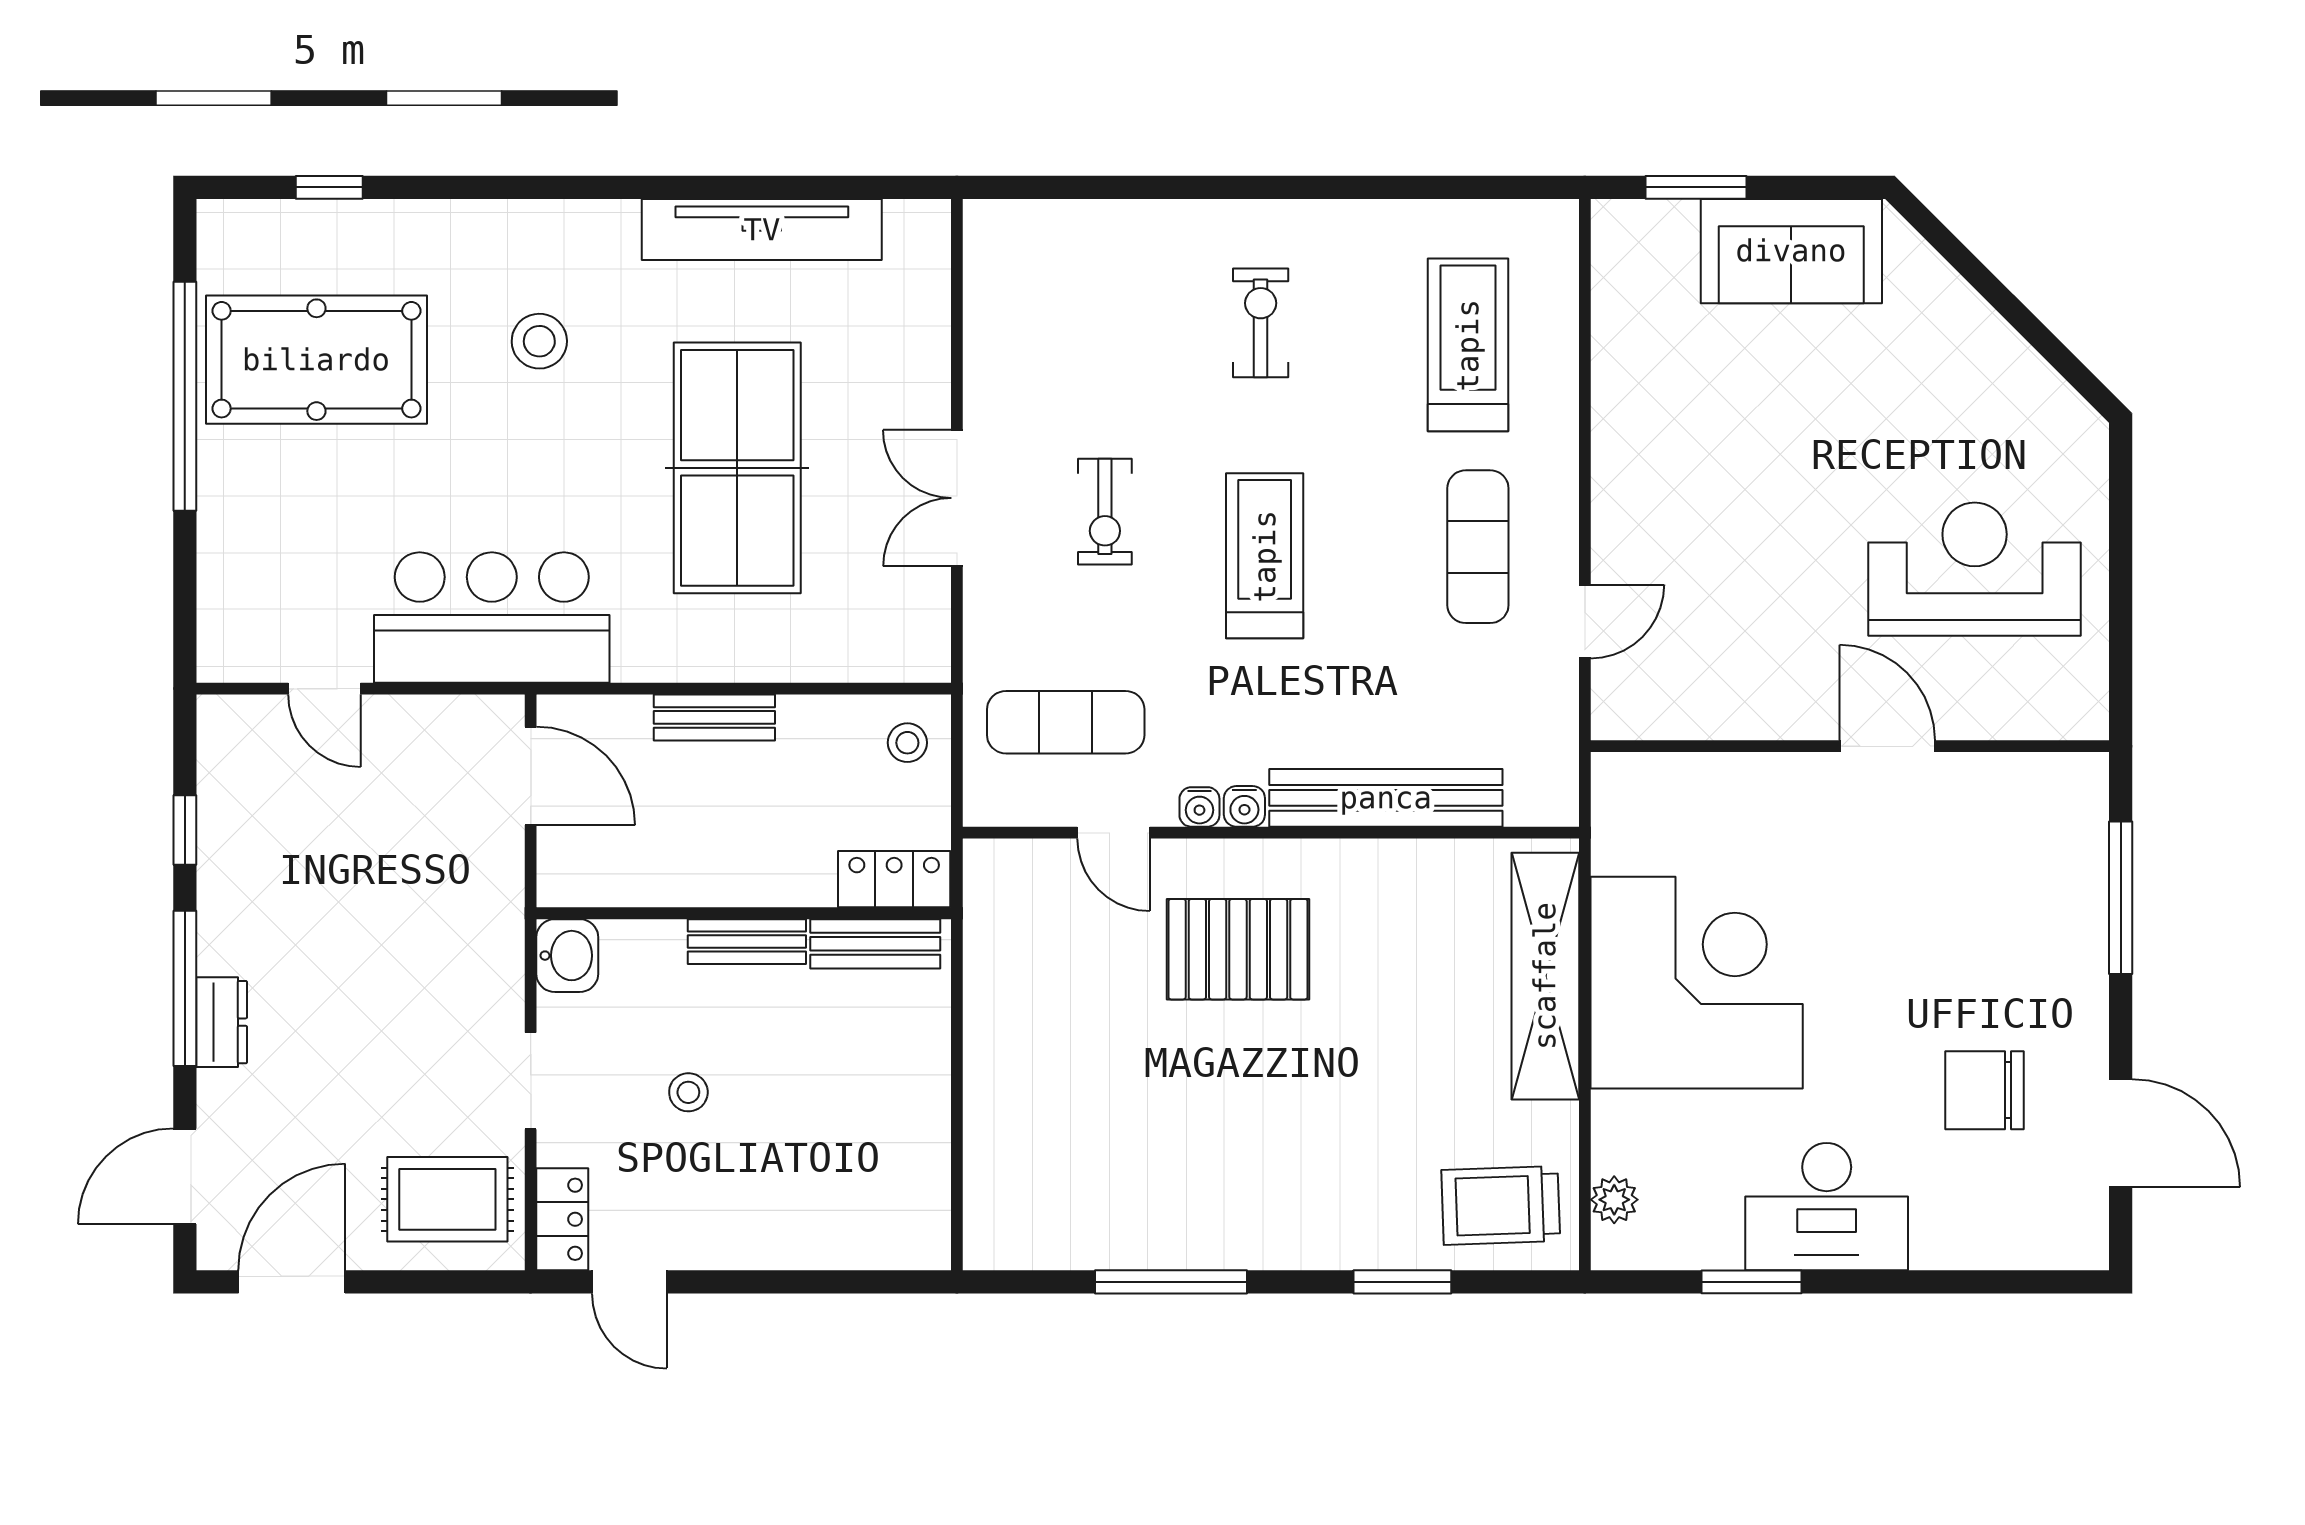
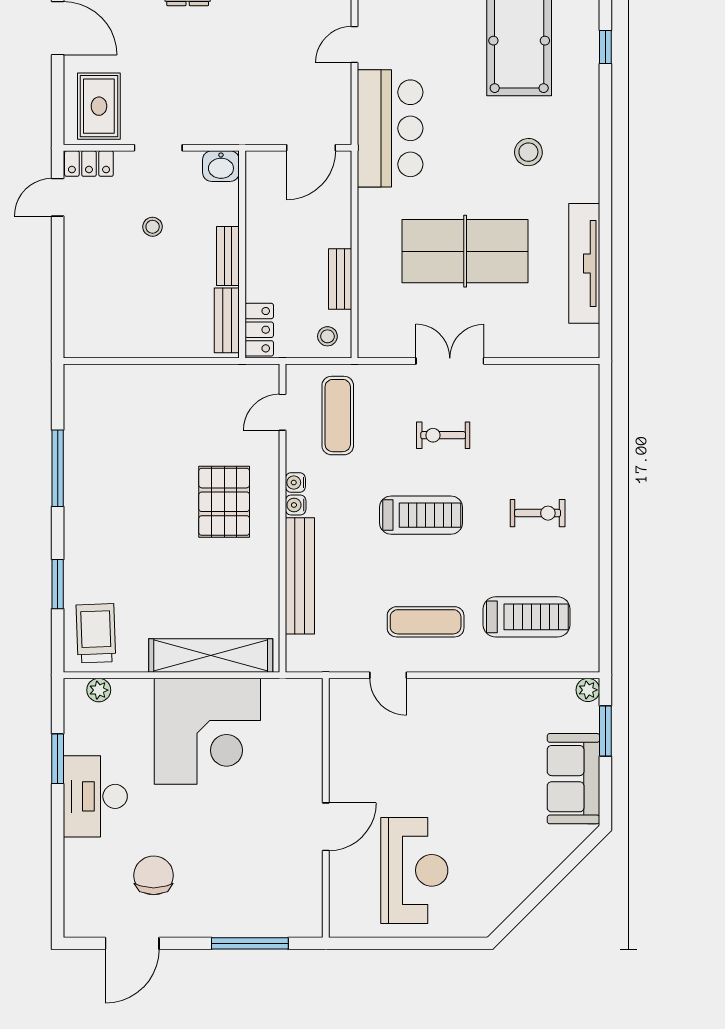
plant: (1614, 222) -> (588, 690), added
bench: (714, 717) -> (340, 279), moved
door: (1114, 833) -> (282, 412), moved

